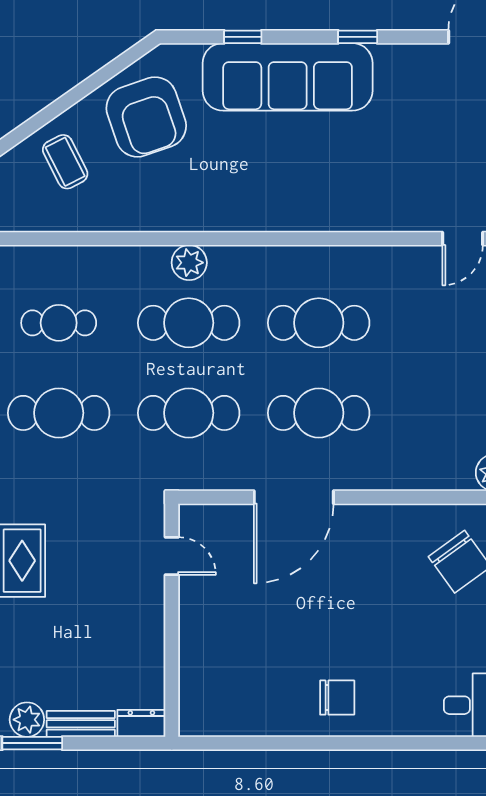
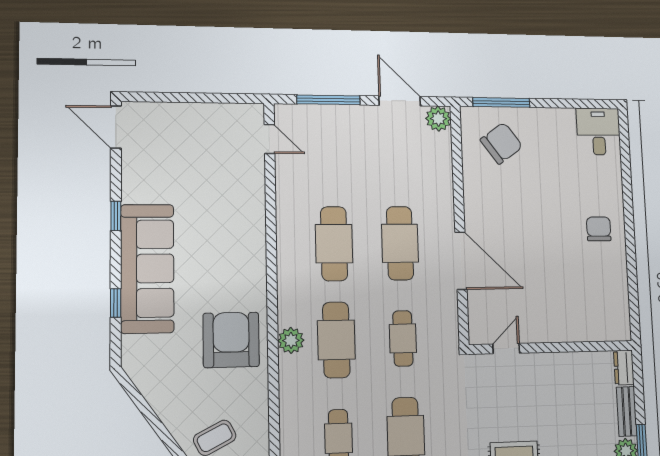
armchair: (146, 117) -> (231, 340), moved, turned -71
cafe table: (189, 413) -> (403, 338), width x0.73, depth x0.74

